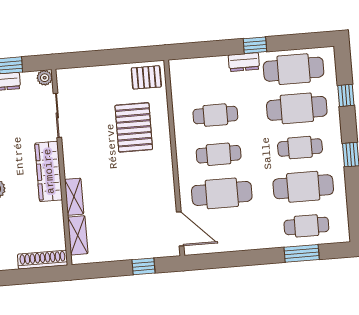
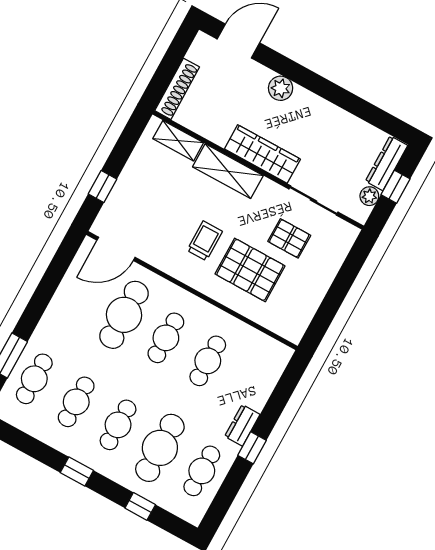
cafe table: (294, 69) -> (202, 471), width x0.73, depth x0.74
pallet: (146, 77) -> (289, 238), moved, turned 90
plant: (45, 78) -> (369, 196), moved
trolley: (134, 172) -> (205, 241), added
cafe table: (303, 187) -> (76, 402), width x0.73, depth x0.74
shelving: (74, 197) -> (228, 171), width x1.50, depth x1.33

